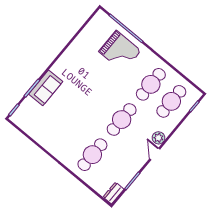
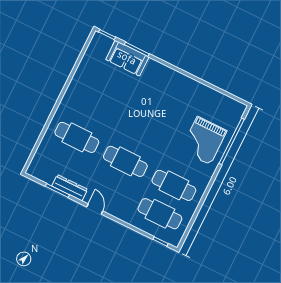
sofa: (46, 88) -> (127, 58), moved
plant: (158, 138) -> (114, 209), removed
door: (155, 154) -> (95, 209), hinge flipped
dresser: (113, 193) -> (70, 188), moved, width x1.44

